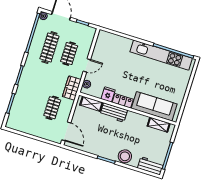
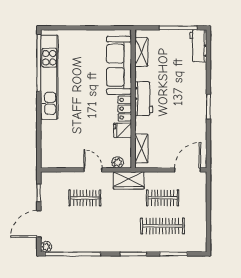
clothes rail: (49, 47) -> (162, 226), moved
workbench: (114, 113) -> (144, 99), moved
stool: (125, 156) -> (196, 83), removed

